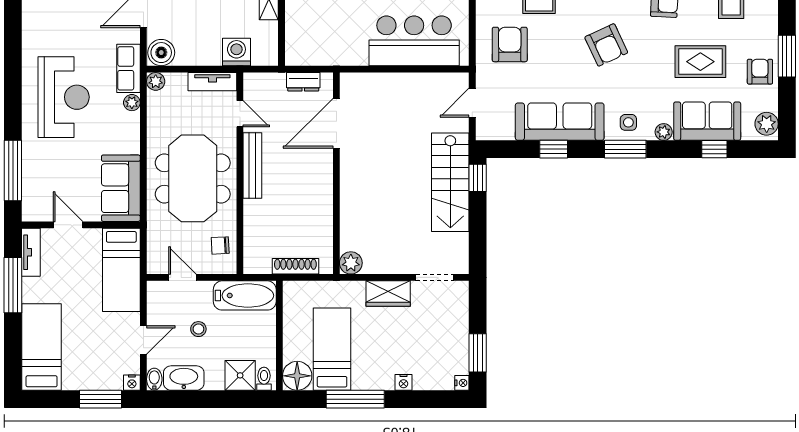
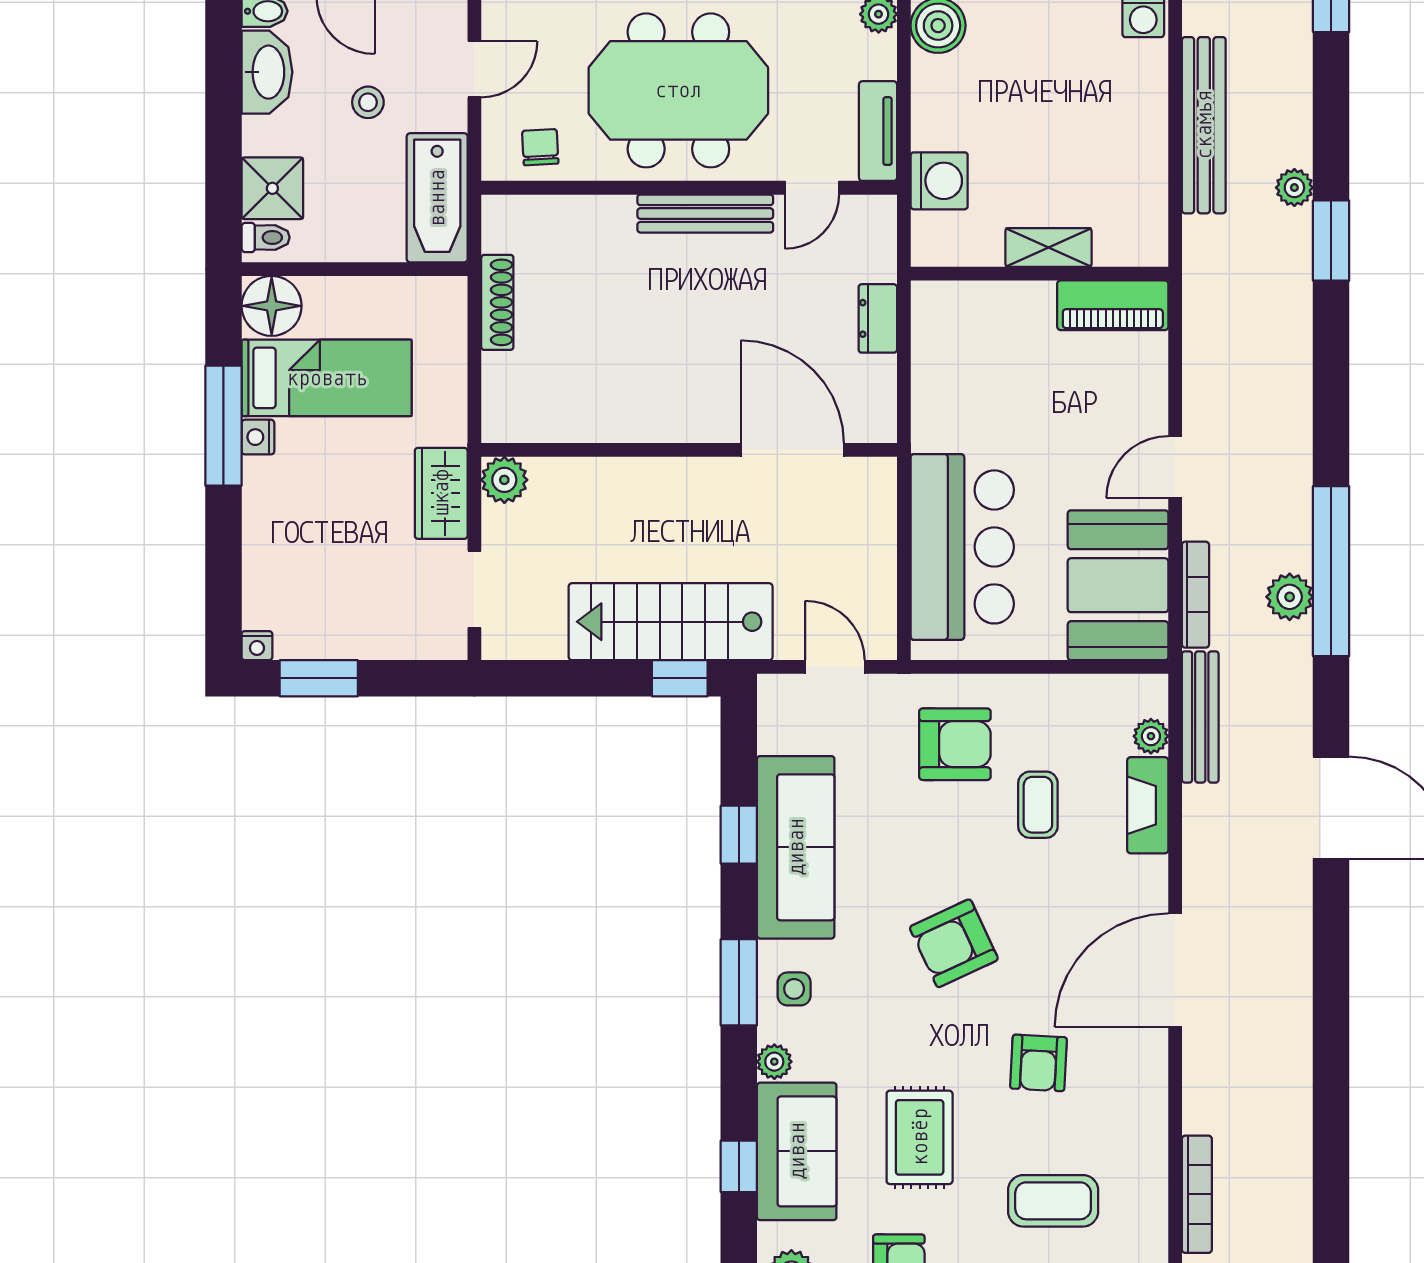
door: (336, 123) -> (792, 450), moved
wall: (336, 173) -> (689, 450), moved
plant: (351, 263) -> (504, 480), moved
nightstand: (403, 382) -> (258, 437), moved

